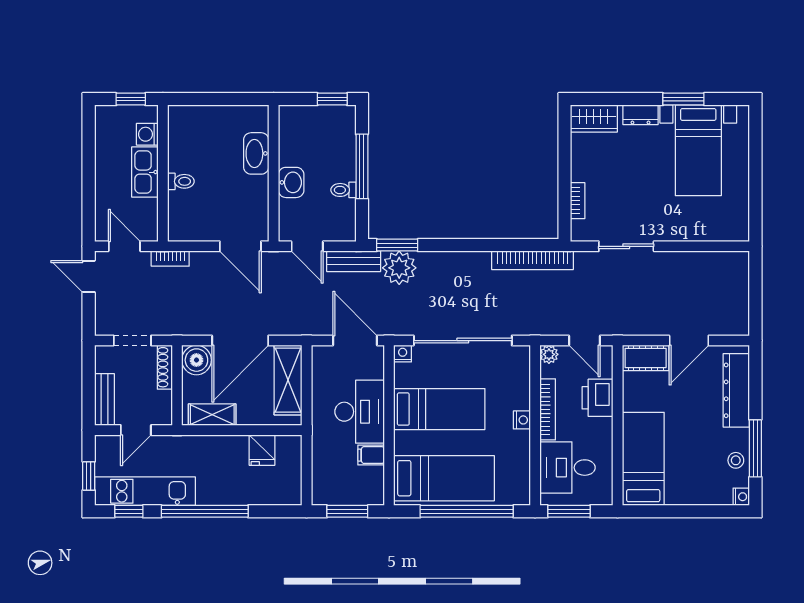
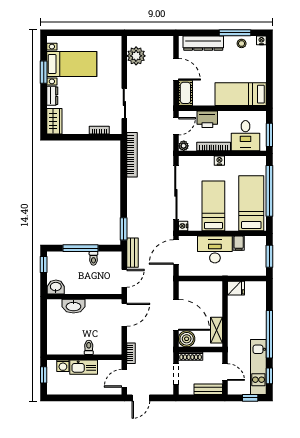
washbasin: (291, 182) -> (56, 287), moved
plant: (399, 268) -> (136, 56), moved
shelving: (288, 380) -> (198, 289), removed
fridge: (262, 450) -> (236, 288), moved

